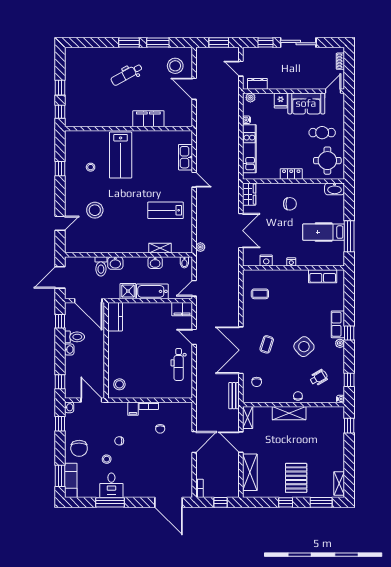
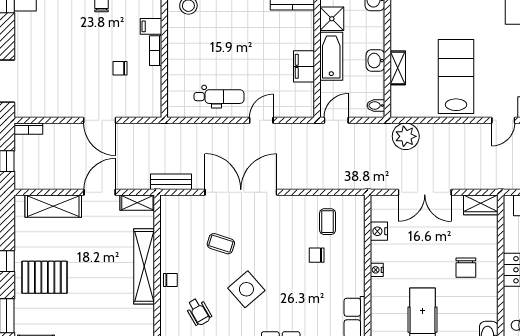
lab bench: (165, 210) -> (456, 76), width x1.36, depth x1.39
plant: (200, 247) -> (406, 136), width x1.88, depth x1.88
door: (194, 288) -> (336, 120), hinge flipped
filing cabinet: (182, 309) -> (304, 66), moved
coffee table: (267, 344) -> (221, 244), moved
dental chair: (179, 364) -> (219, 97), turned 180
chair: (257, 382) -> (317, 255), moved
shelving: (289, 413) -> (144, 266), width x1.47

